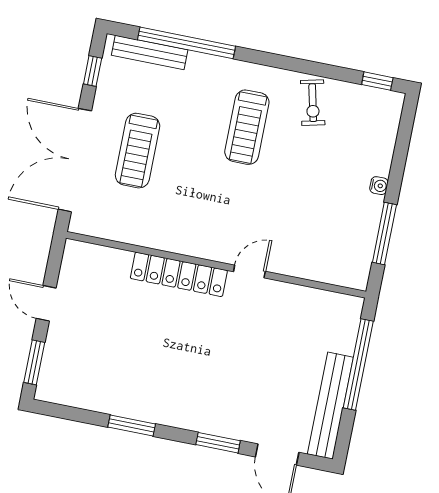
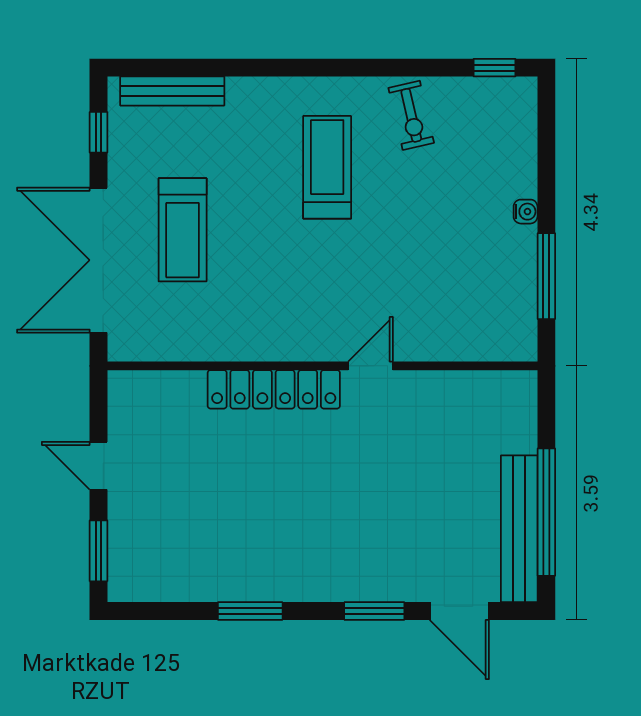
window: (186, 43) -> (220, 68), removed
treadmill: (247, 127) -> (327, 167), turned 180
window: (358, 364) -> (546, 512), moved

